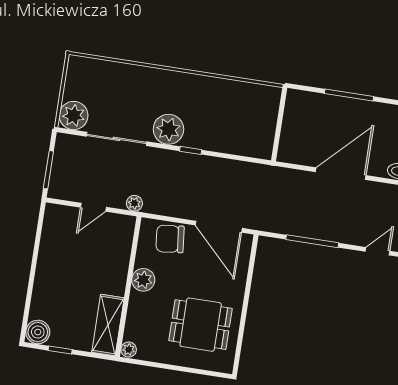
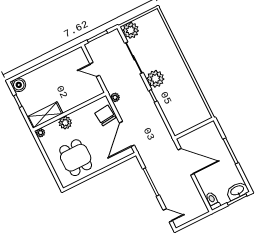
door: (341, 174) -> (186, 162), moved
plant: (134, 203) -> (115, 97), moved
plant: (143, 280) -> (65, 123), moved

